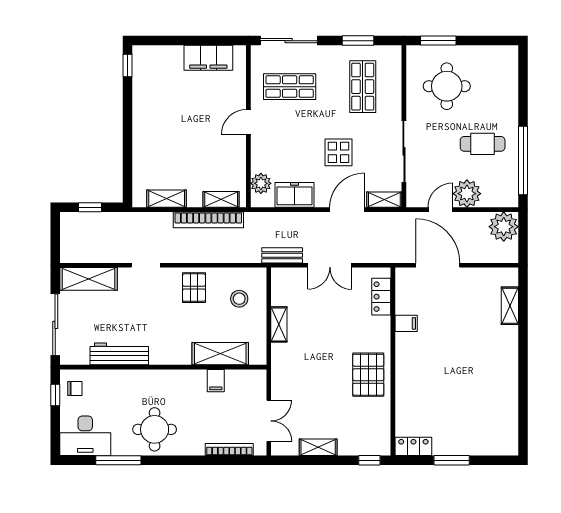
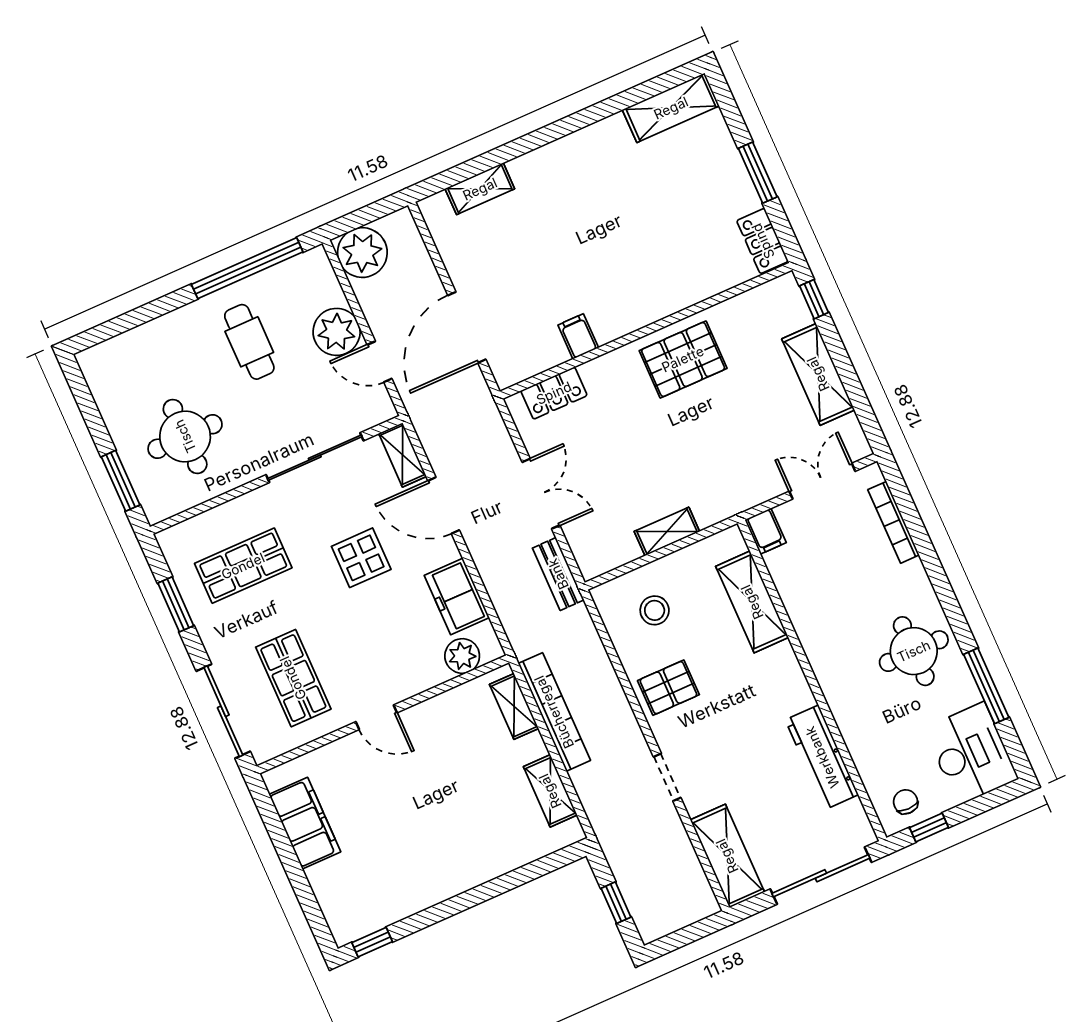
filing cabinet: (216, 381) -> (766, 531), moved, turned 90
shelving: (508, 429) -> (671, 108), added
shelving: (318, 447) -> (818, 374), width x1.50, depth x1.33

